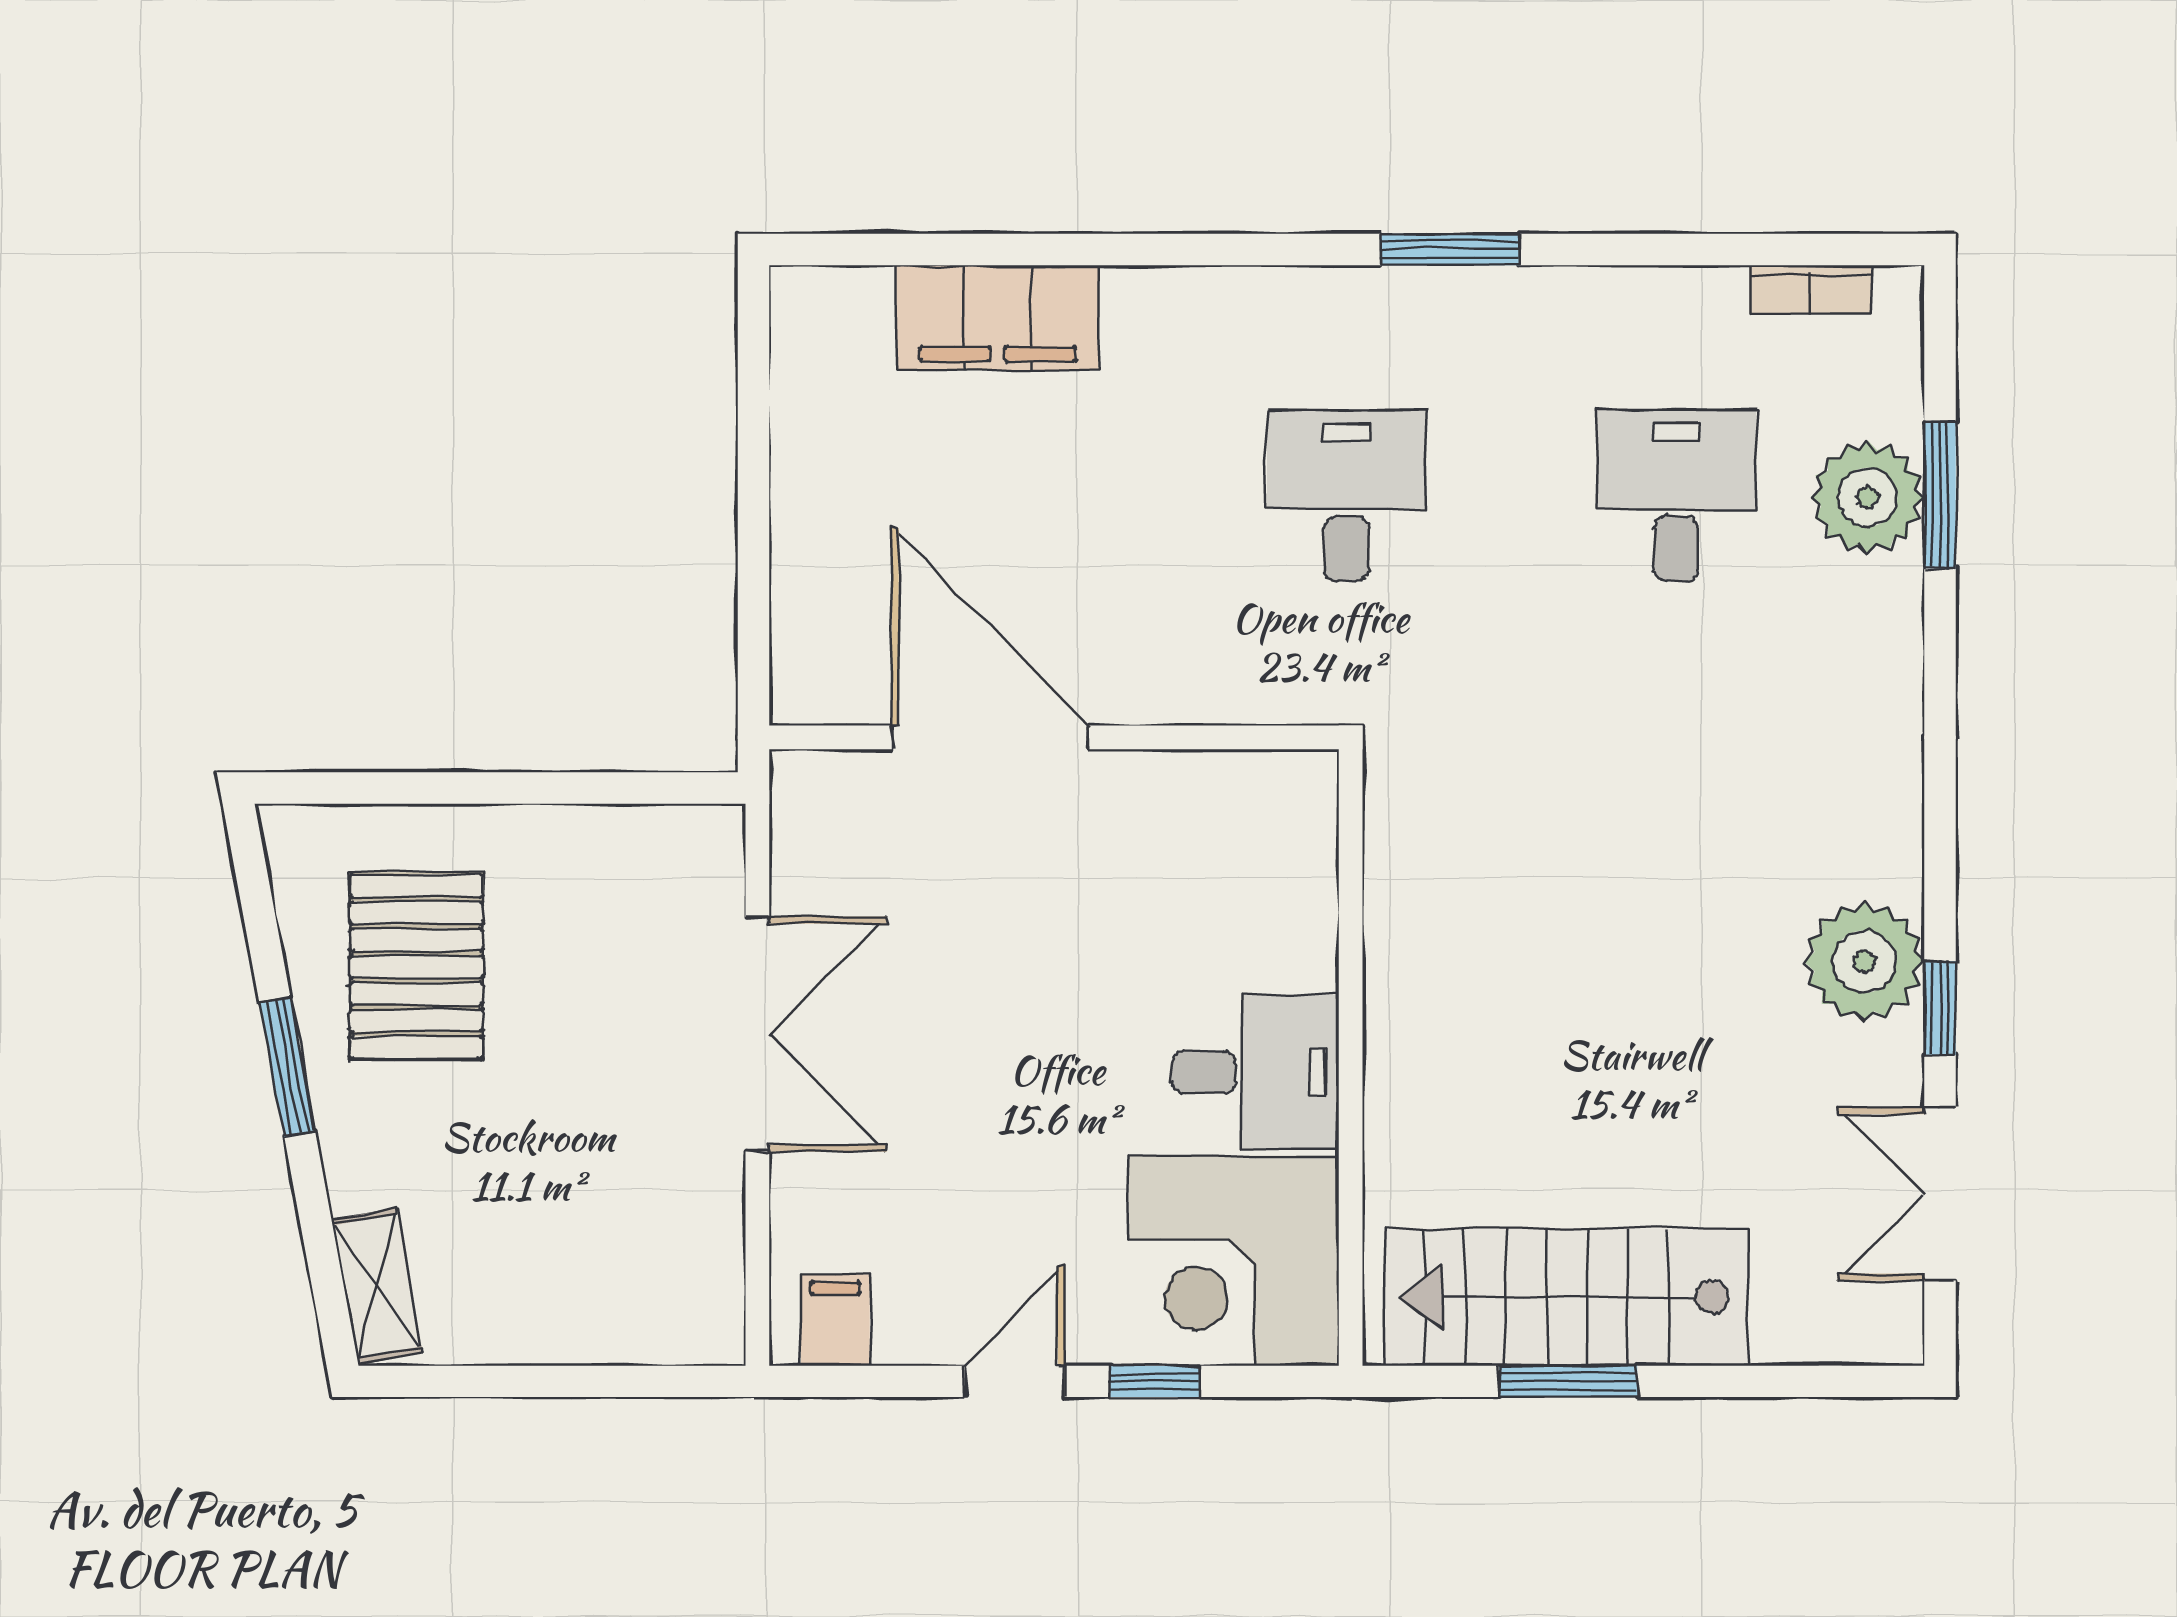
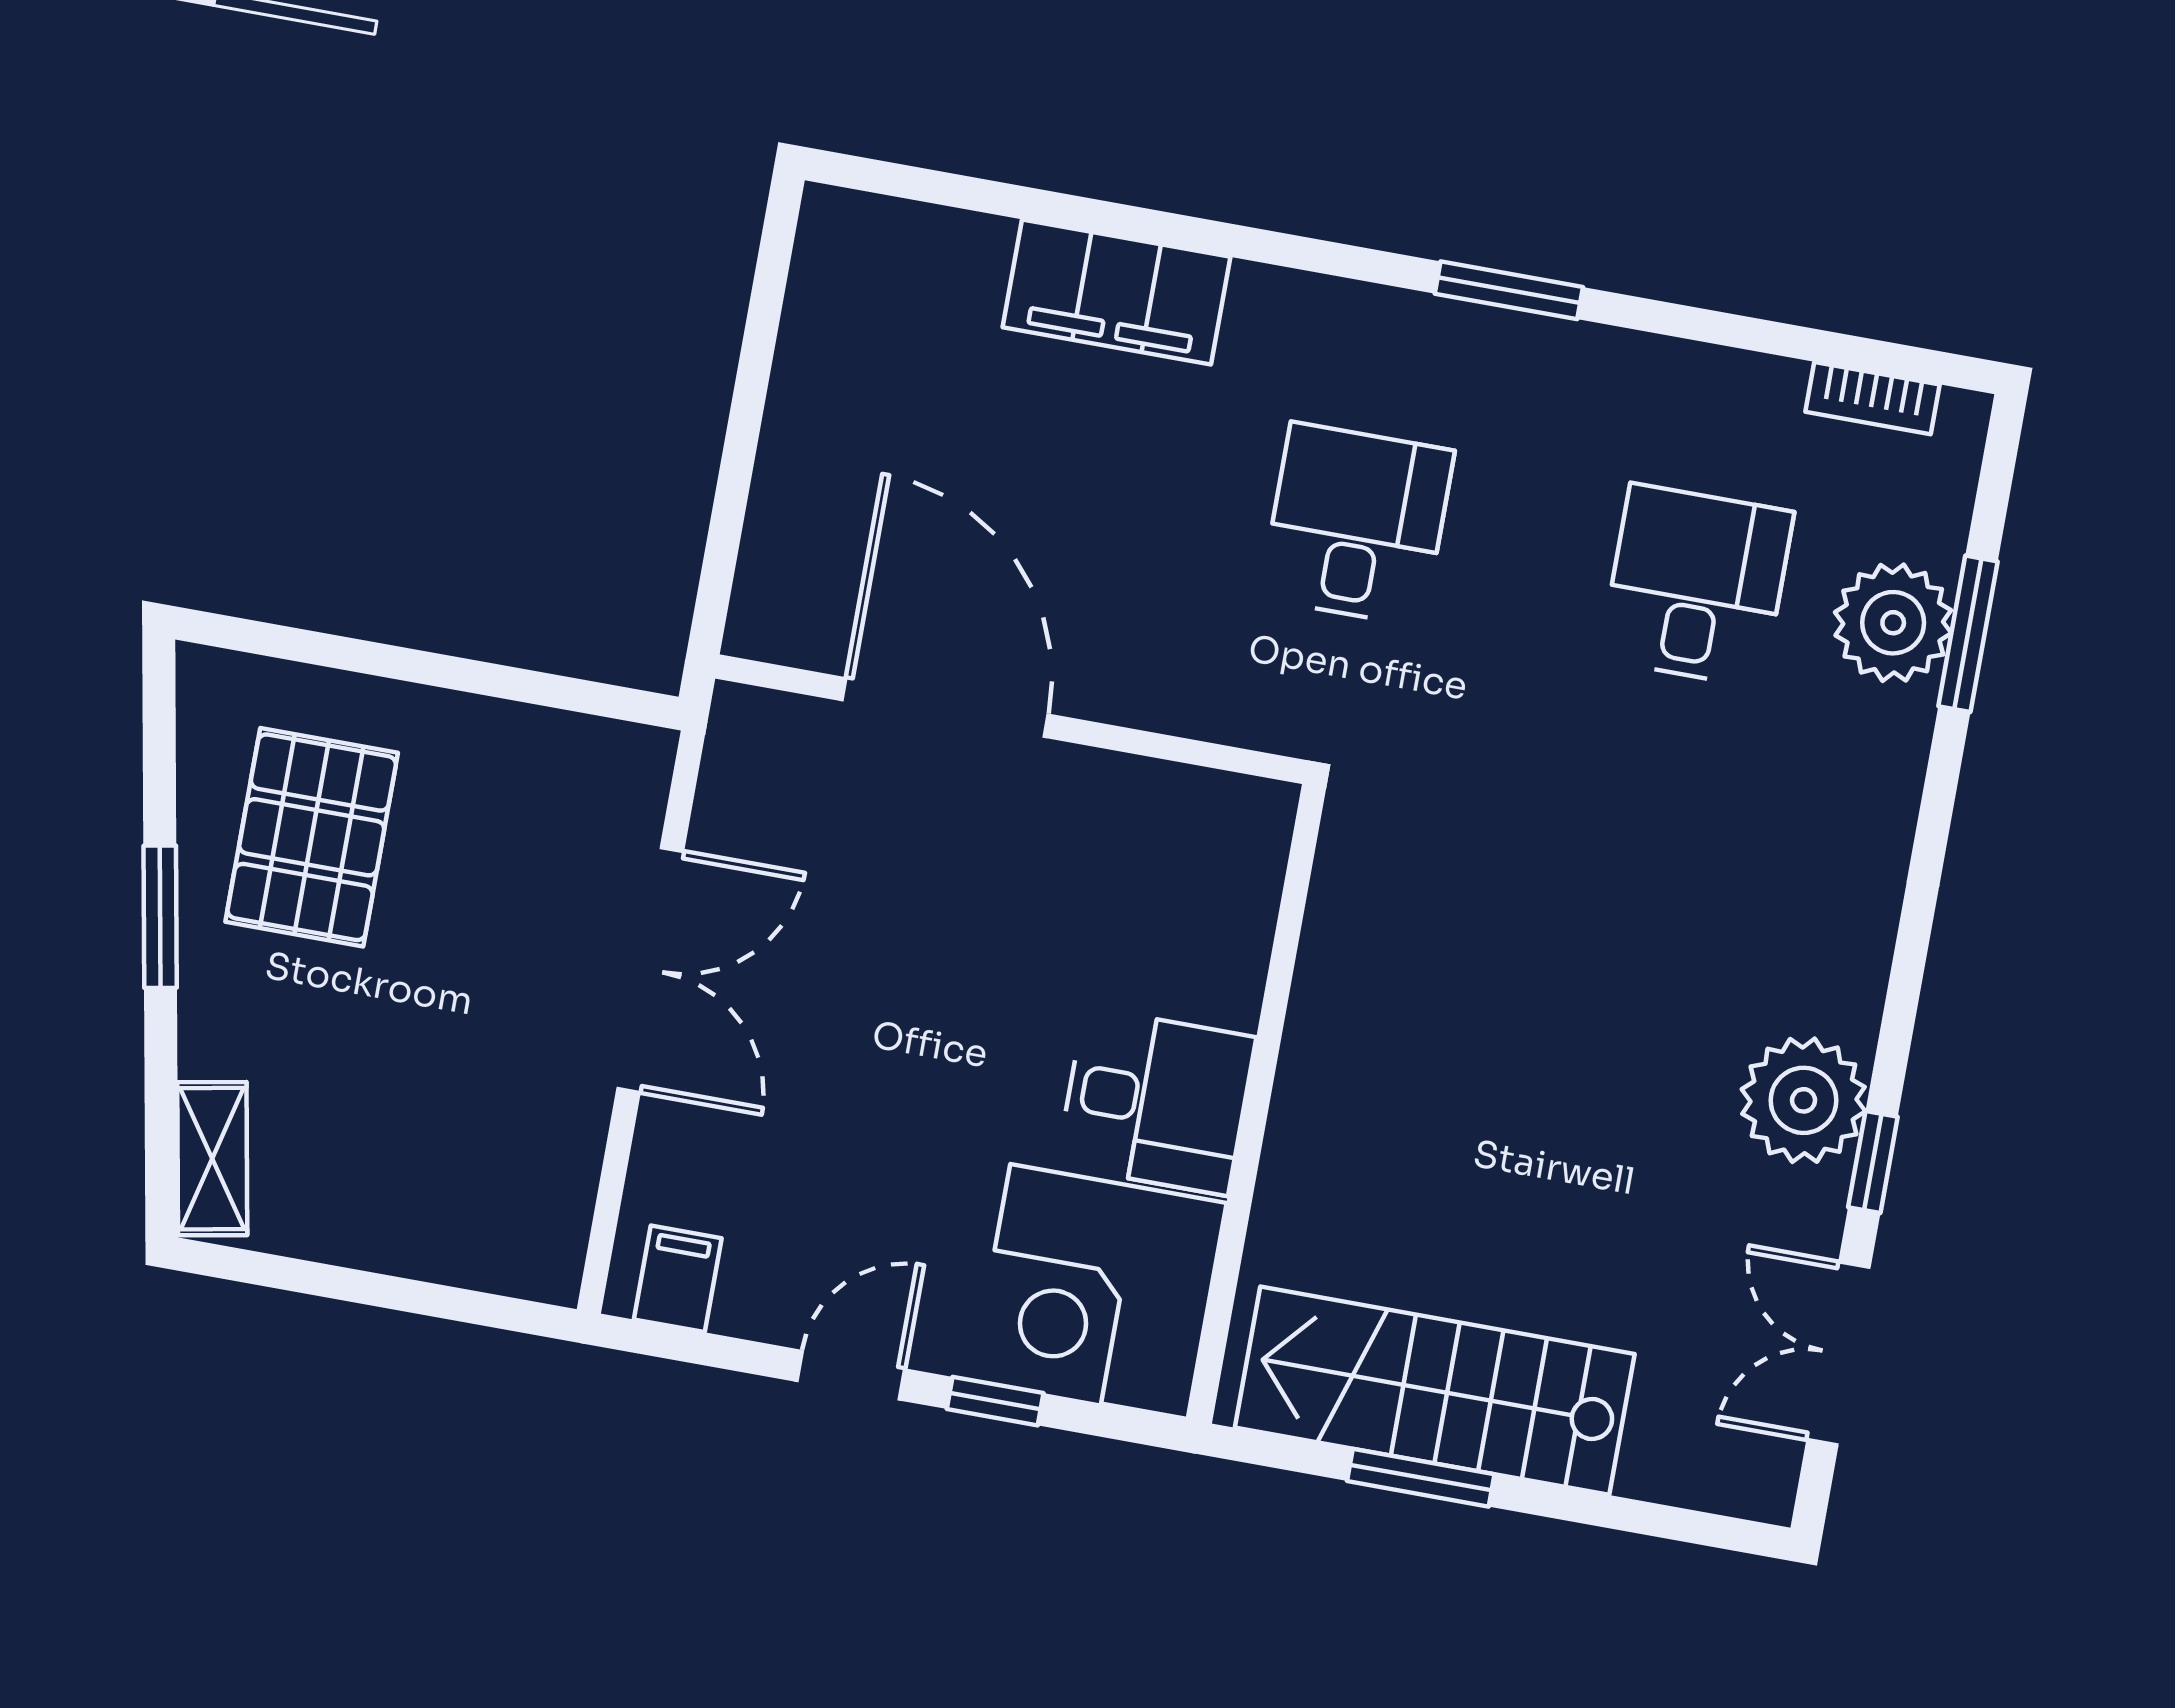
filing cabinet: (998, 318) -> (1116, 292), moved

